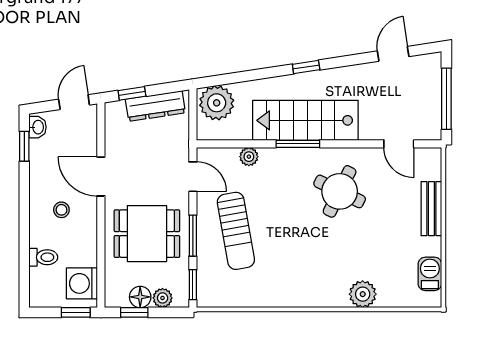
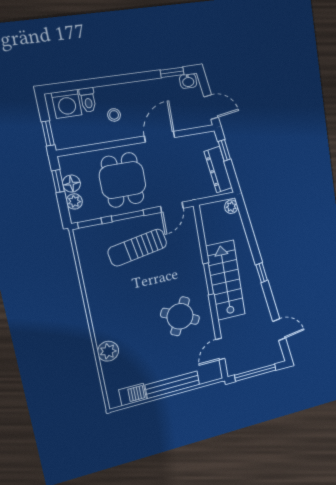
plant: (217, 103) -> (231, 207), width x0.53, depth x0.53
plant: (249, 157) -> (194, 246), removed
bench: (431, 209) -> (173, 385), width x1.36
stool: (61, 210) -> (114, 115), moved
washing machine: (82, 283) -> (67, 104), moved, turned 180

